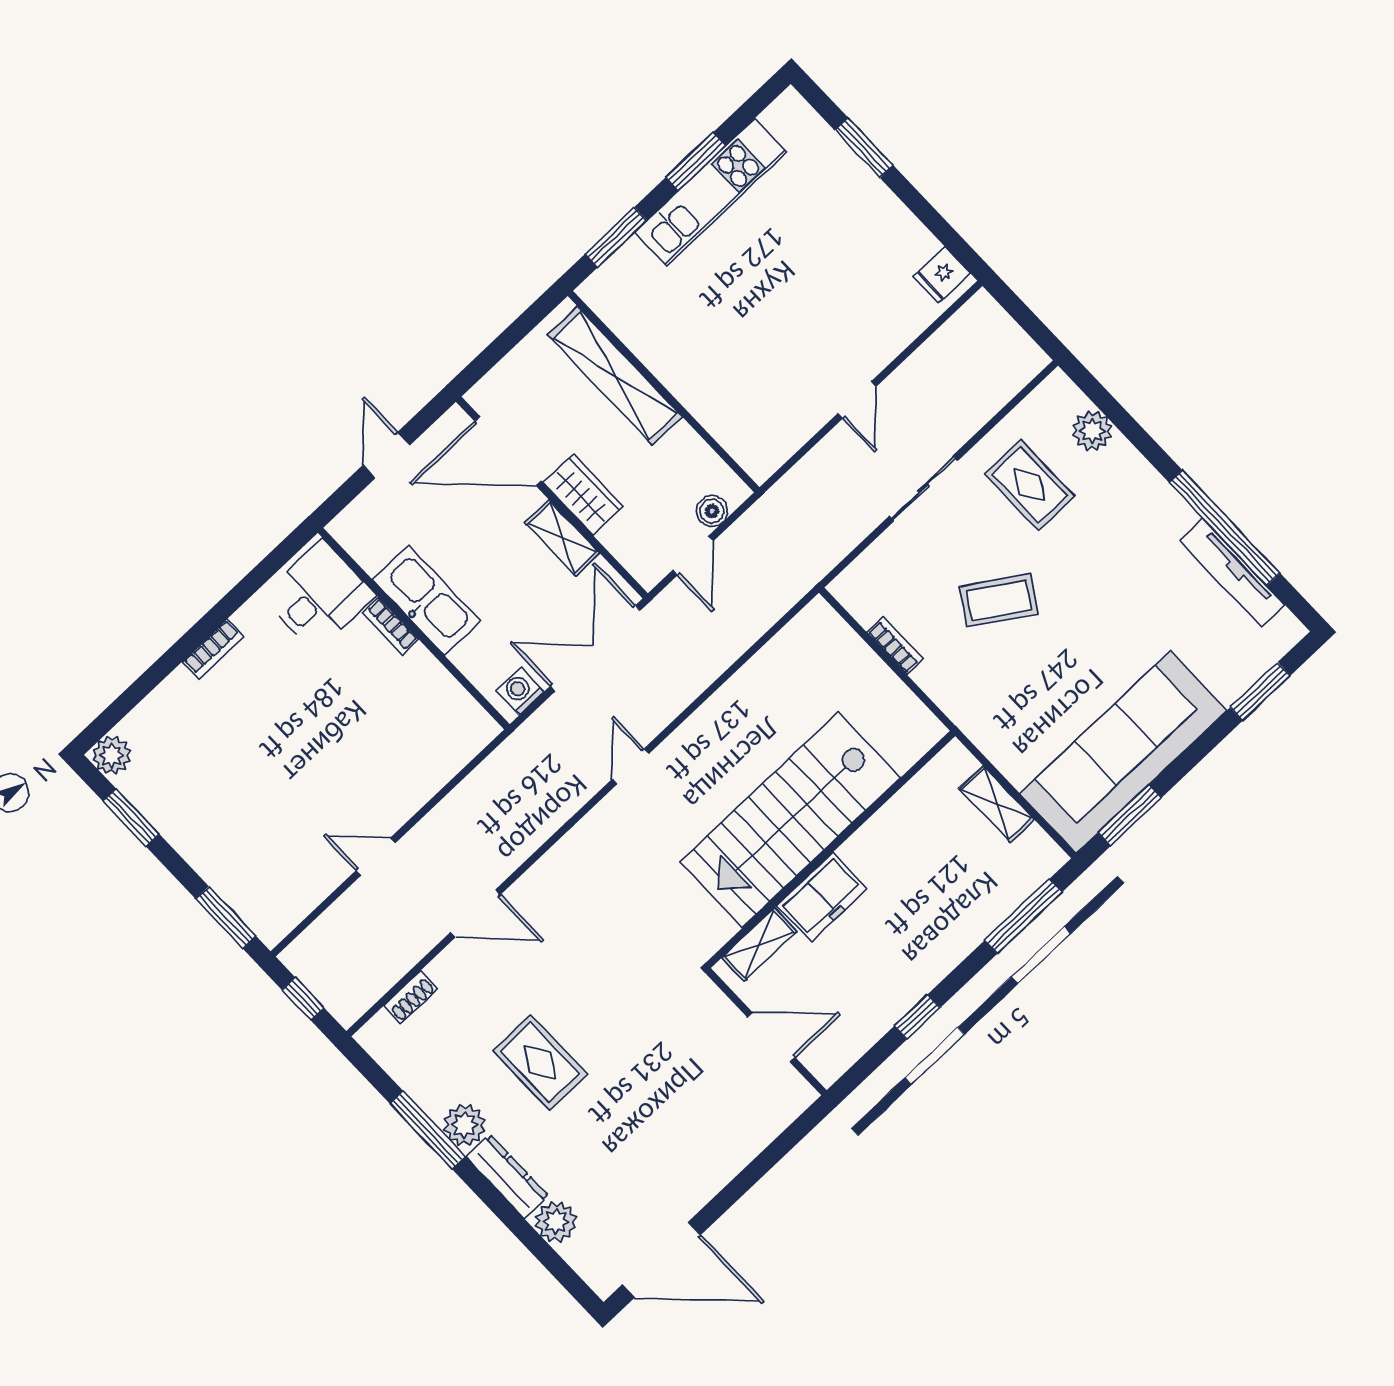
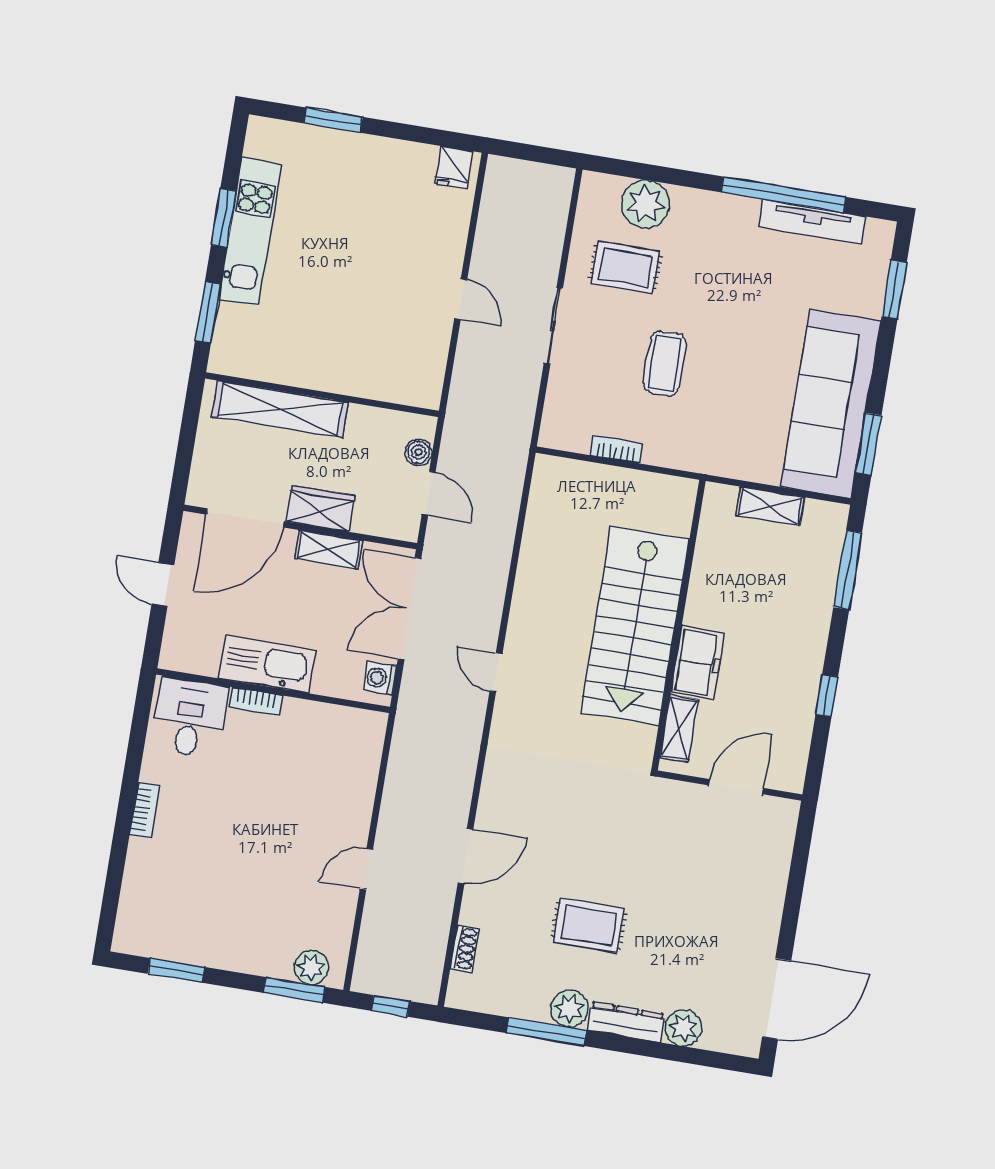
plant: (1092, 431) -> (646, 204), width x1.36, depth x1.36
coffee table: (999, 600) -> (665, 363), turned -33
plant: (112, 755) -> (311, 967), moved

